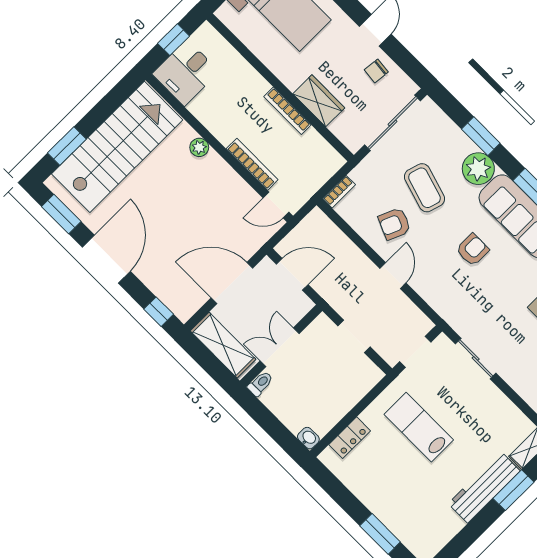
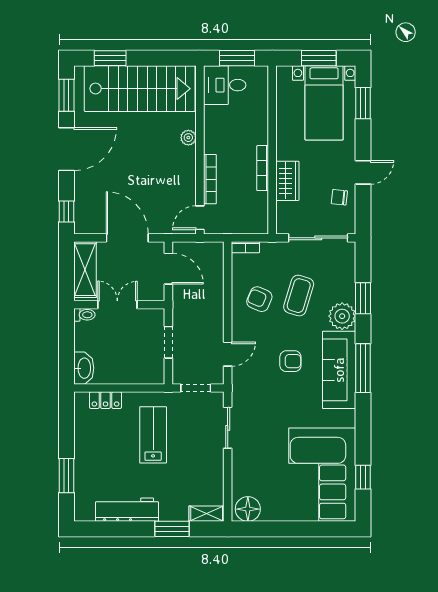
window: (174, 40) -> (237, 58), width x1.50
door: (276, 205) -> (200, 218), hinge flipped
door: (393, 276) -> (228, 354), moved
washbasin: (308, 438) -> (84, 368), width x1.91, depth x1.45
workbench: (484, 487) -> (127, 510), moved

